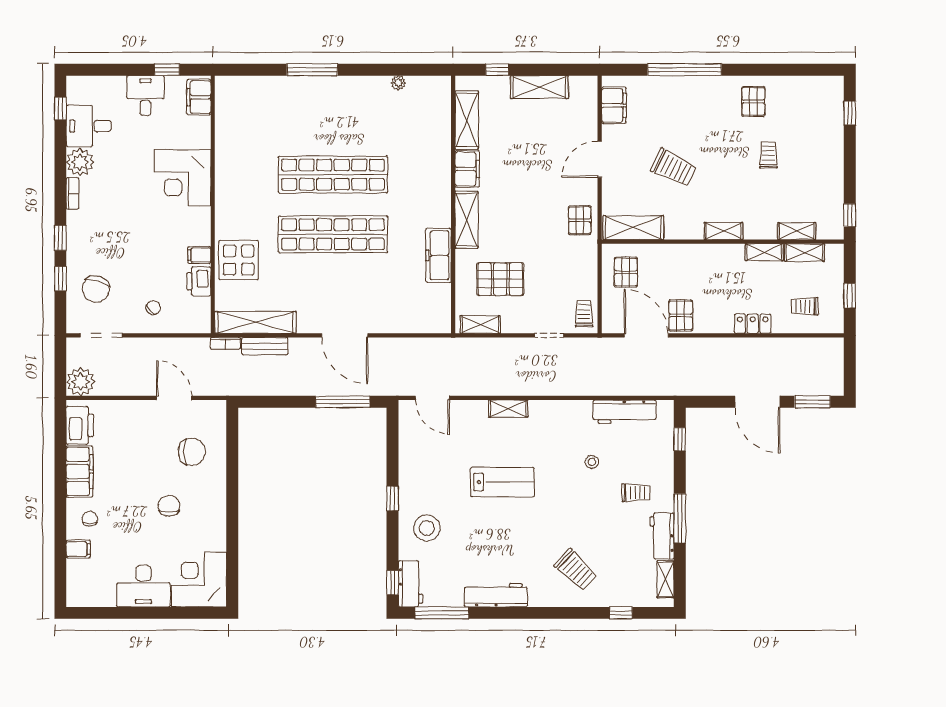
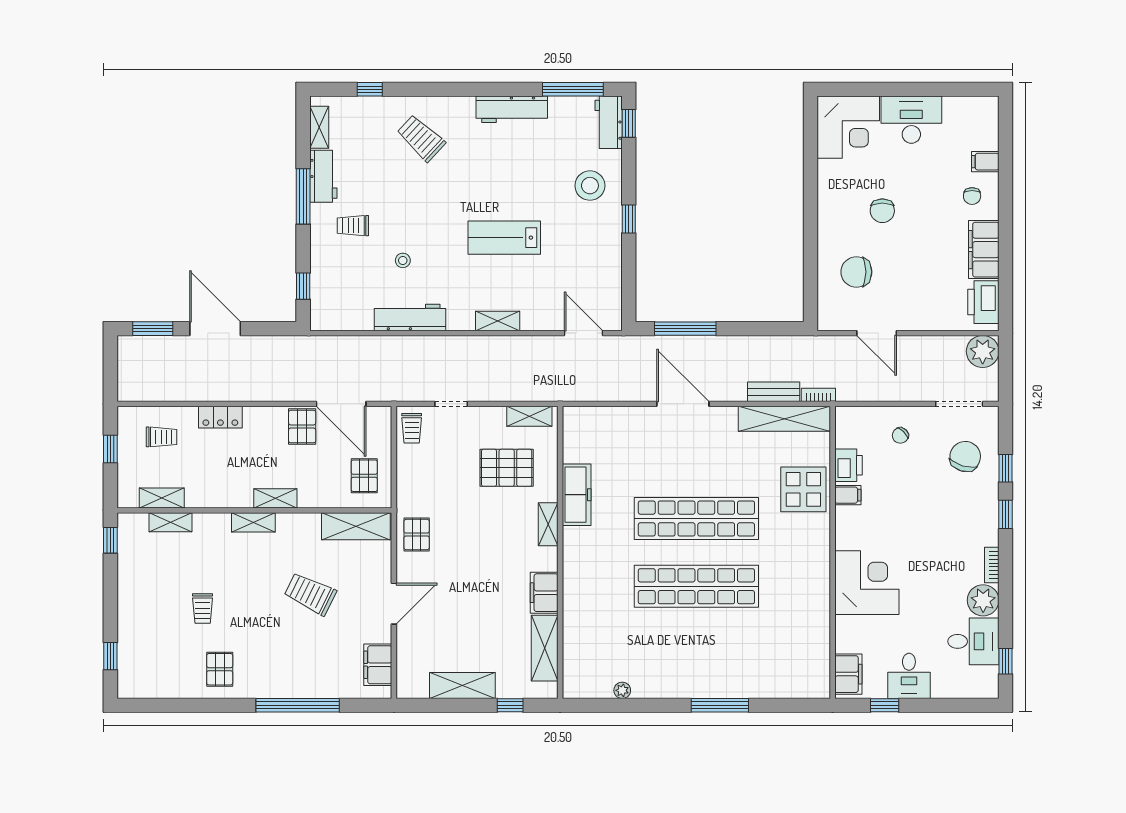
shelving: (467, 220) -> (548, 524), width x0.67, depth x0.75
shelving: (764, 252) -> (275, 498), moved
workbench: (625, 412) -> (410, 317), moved

